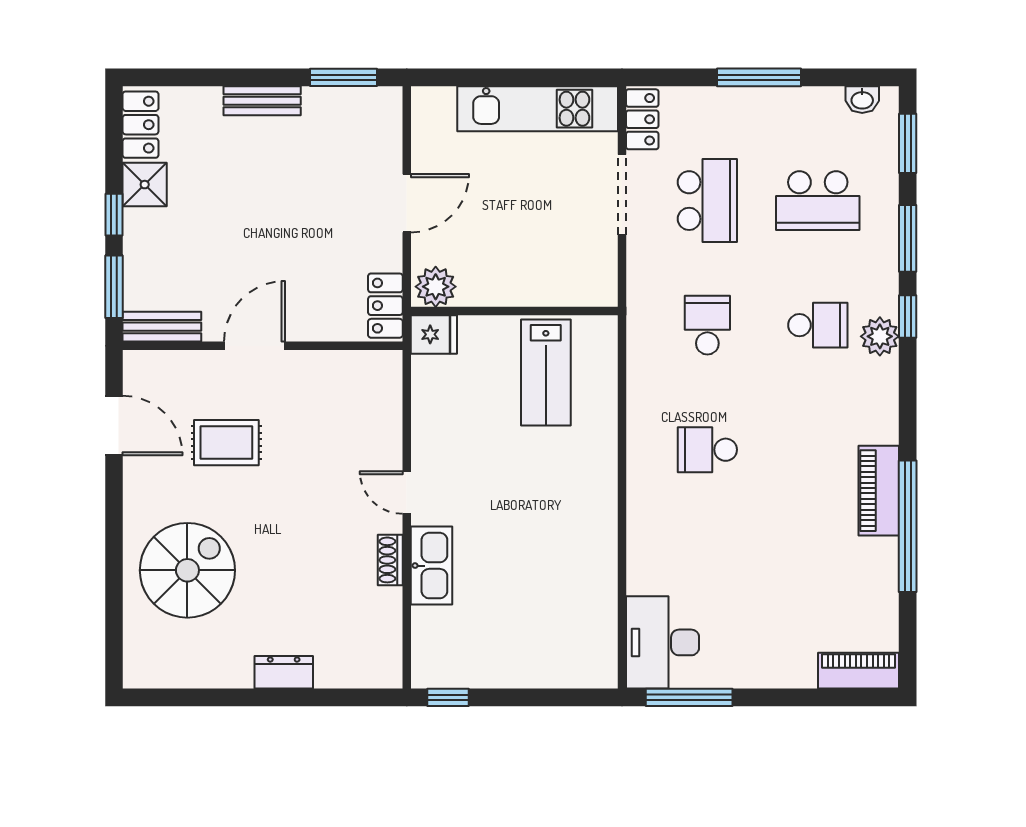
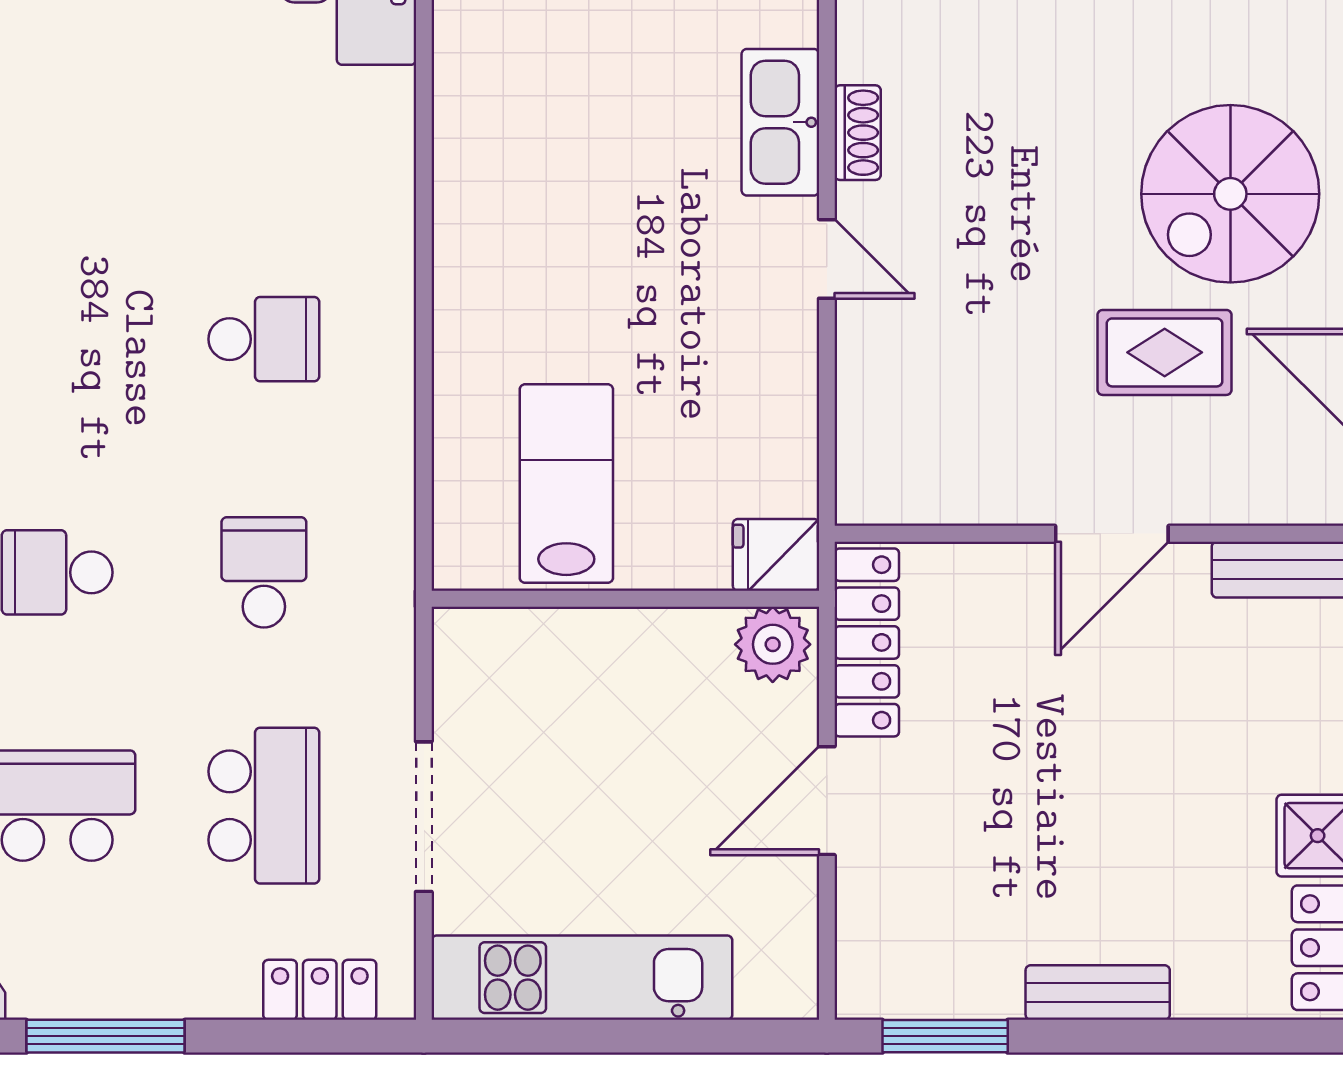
window: (759, 77) -> (105, 1036), moved
locker: (642, 119) -> (320, 990), moved, turned 90
school desk: (707, 201) -> (264, 806), turned 180
locker: (385, 306) -> (867, 642), width x1.53
school desk: (707, 325) -> (264, 572), turned 180
spiral stairs: (187, 570) -> (1230, 194), moved

